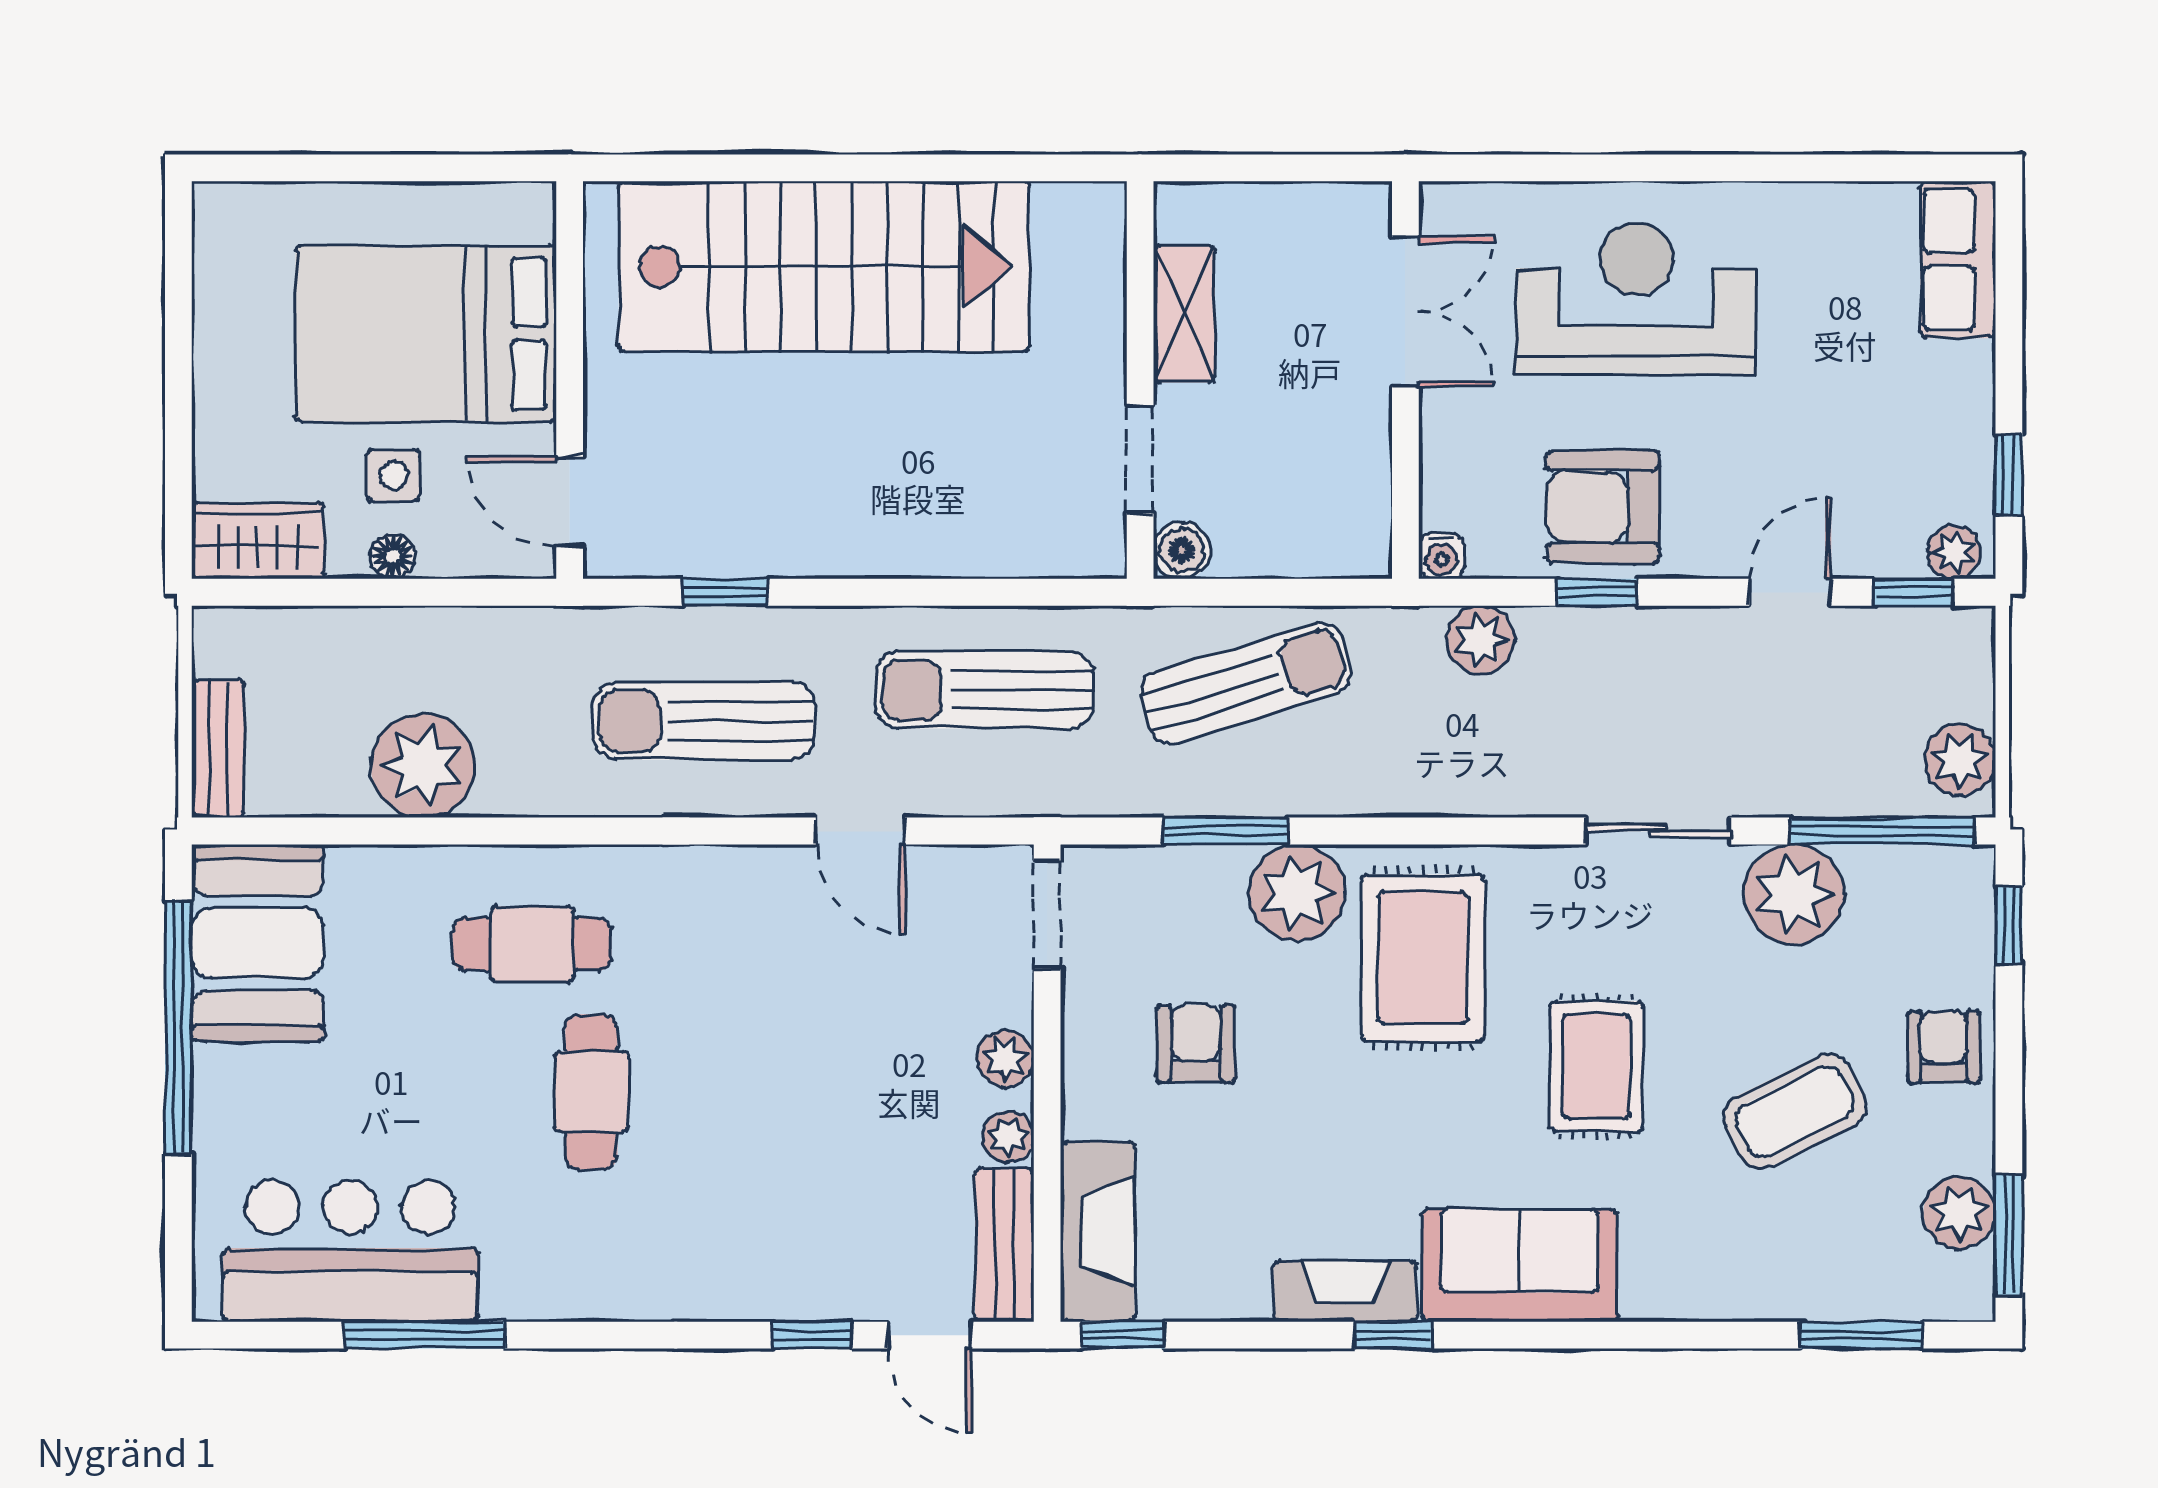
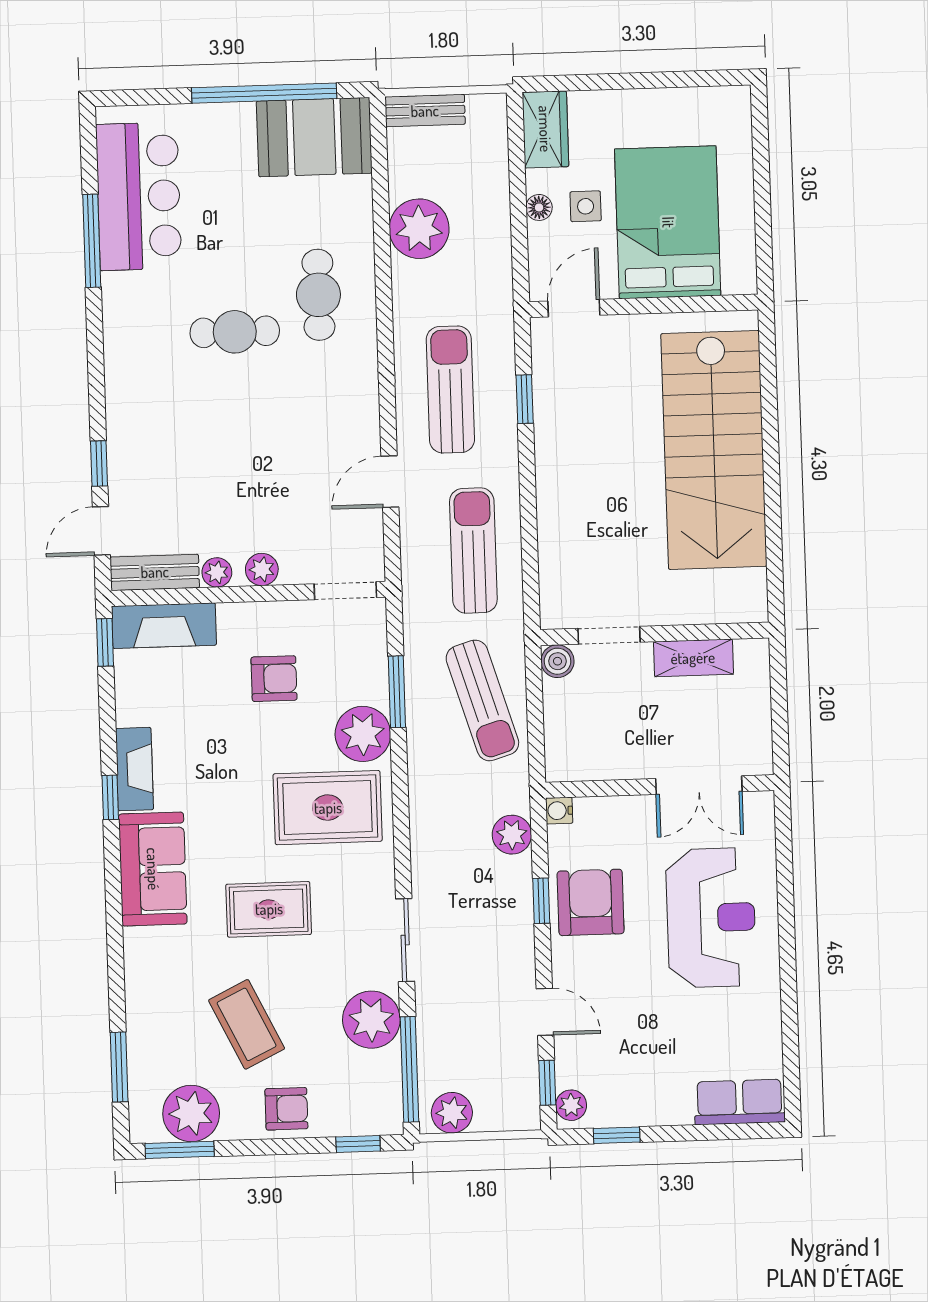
plant: (1959, 1213) -> (191, 1113), width x1.36, depth x1.36

